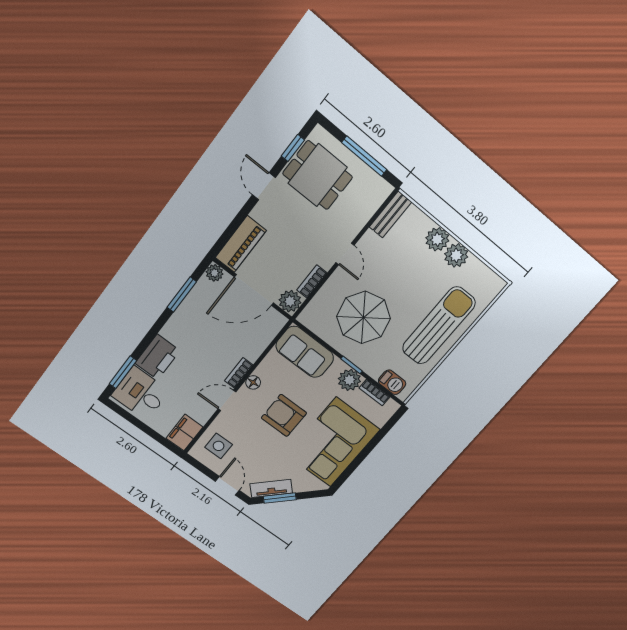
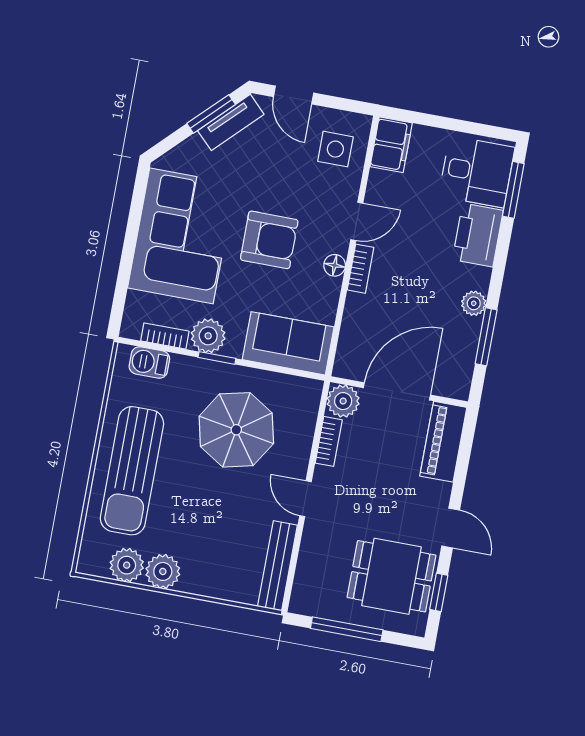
bench: (390, 215) -> (277, 566), width x1.36
plant: (437, 239) -> (127, 565), moved
plant: (214, 273) -> (474, 303), moved

